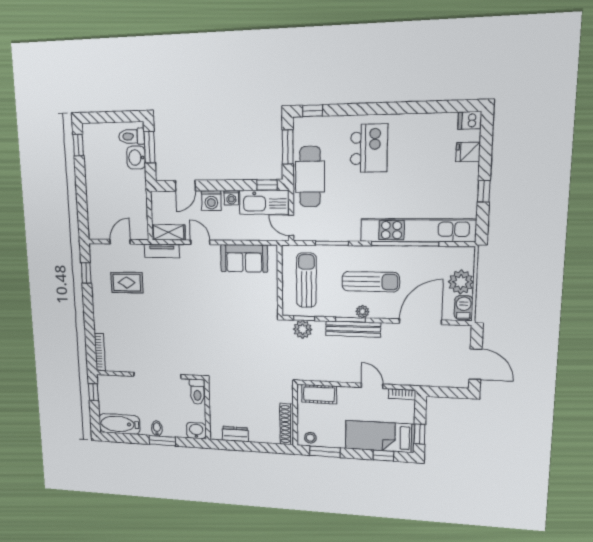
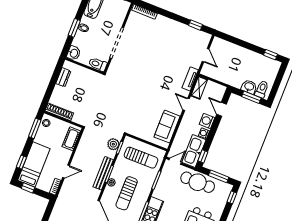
door: (200, 242) -> (186, 104), swing flipped
rug: (127, 283) -> (180, 49), removed

